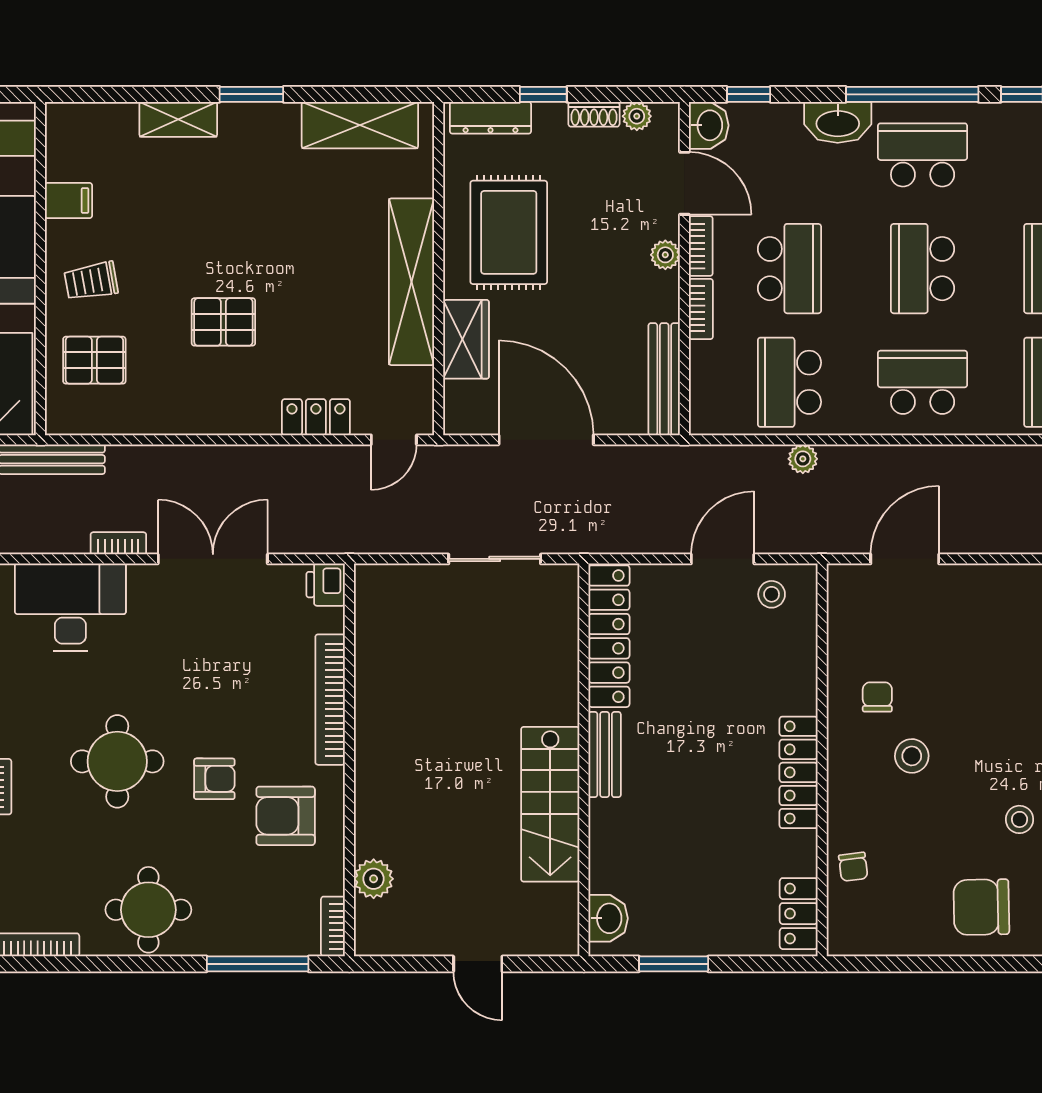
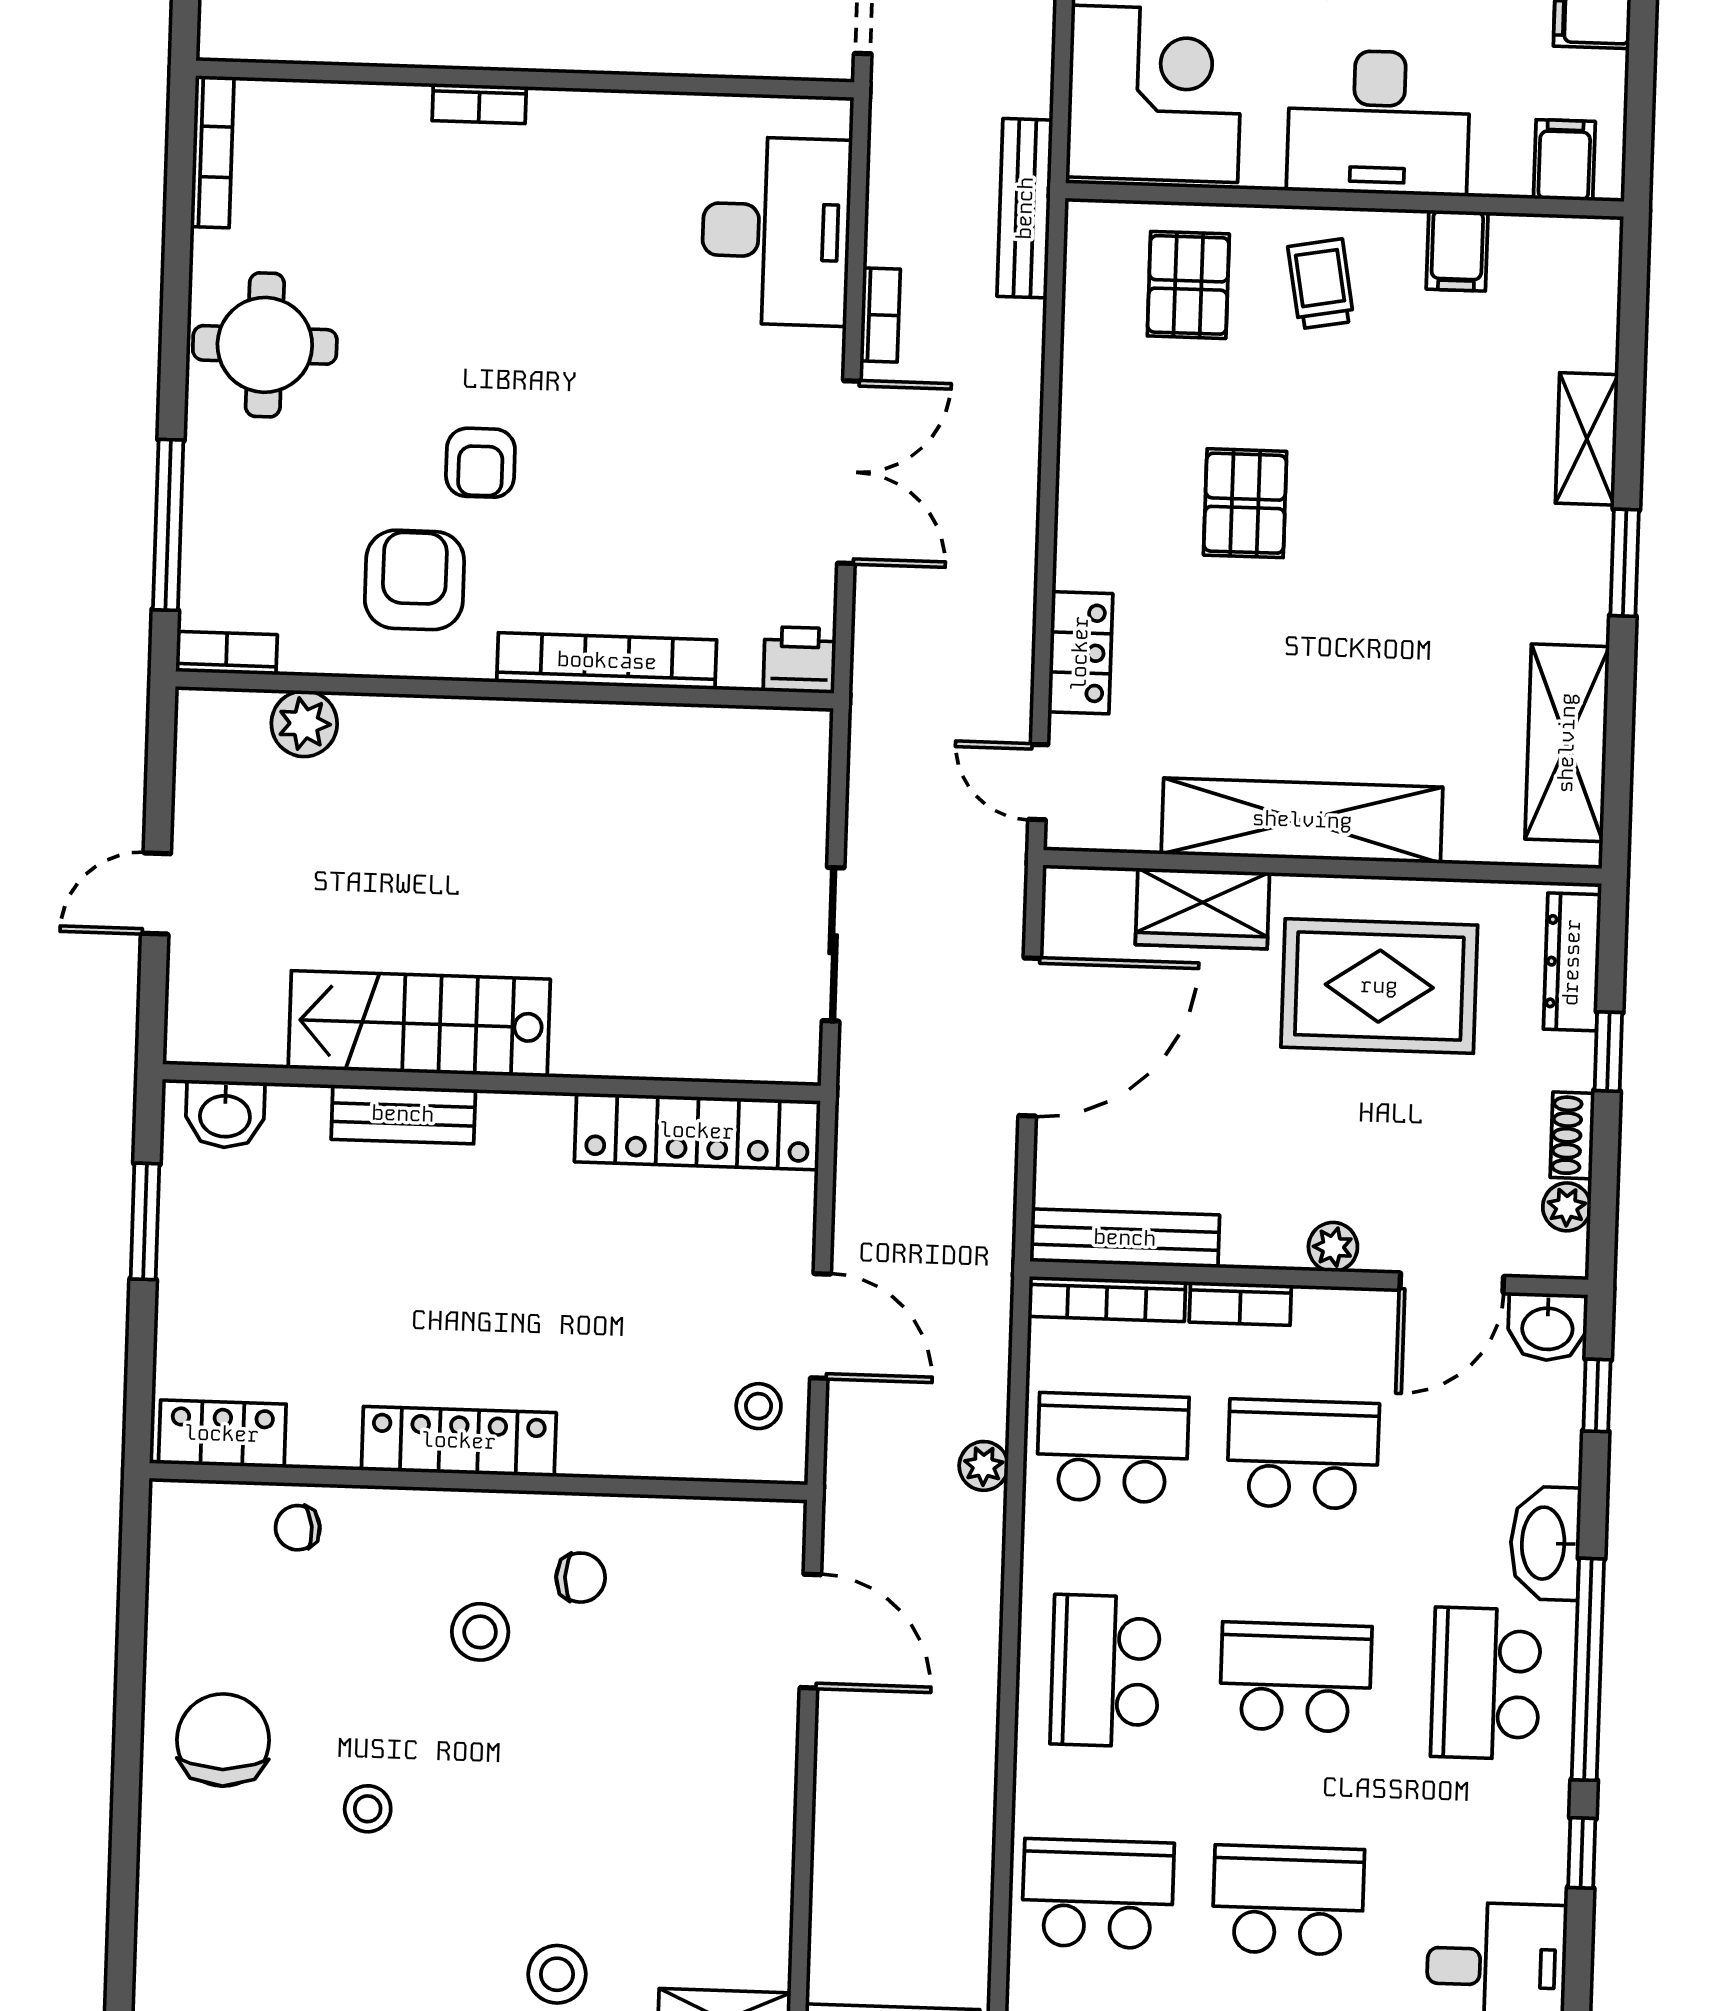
school desk: (923, 155) -> (1486, 1683), turned 180
bookcase: (701, 246) -> (1107, 1299), moved, width x1.56
school desk: (789, 269) -> (1303, 1454), turned 180
school desk: (923, 382) -> (1105, 1671), turned 180
bench: (605, 755) -> (403, 1114), moved
round table: (117, 761) -> (515, 301), removed

